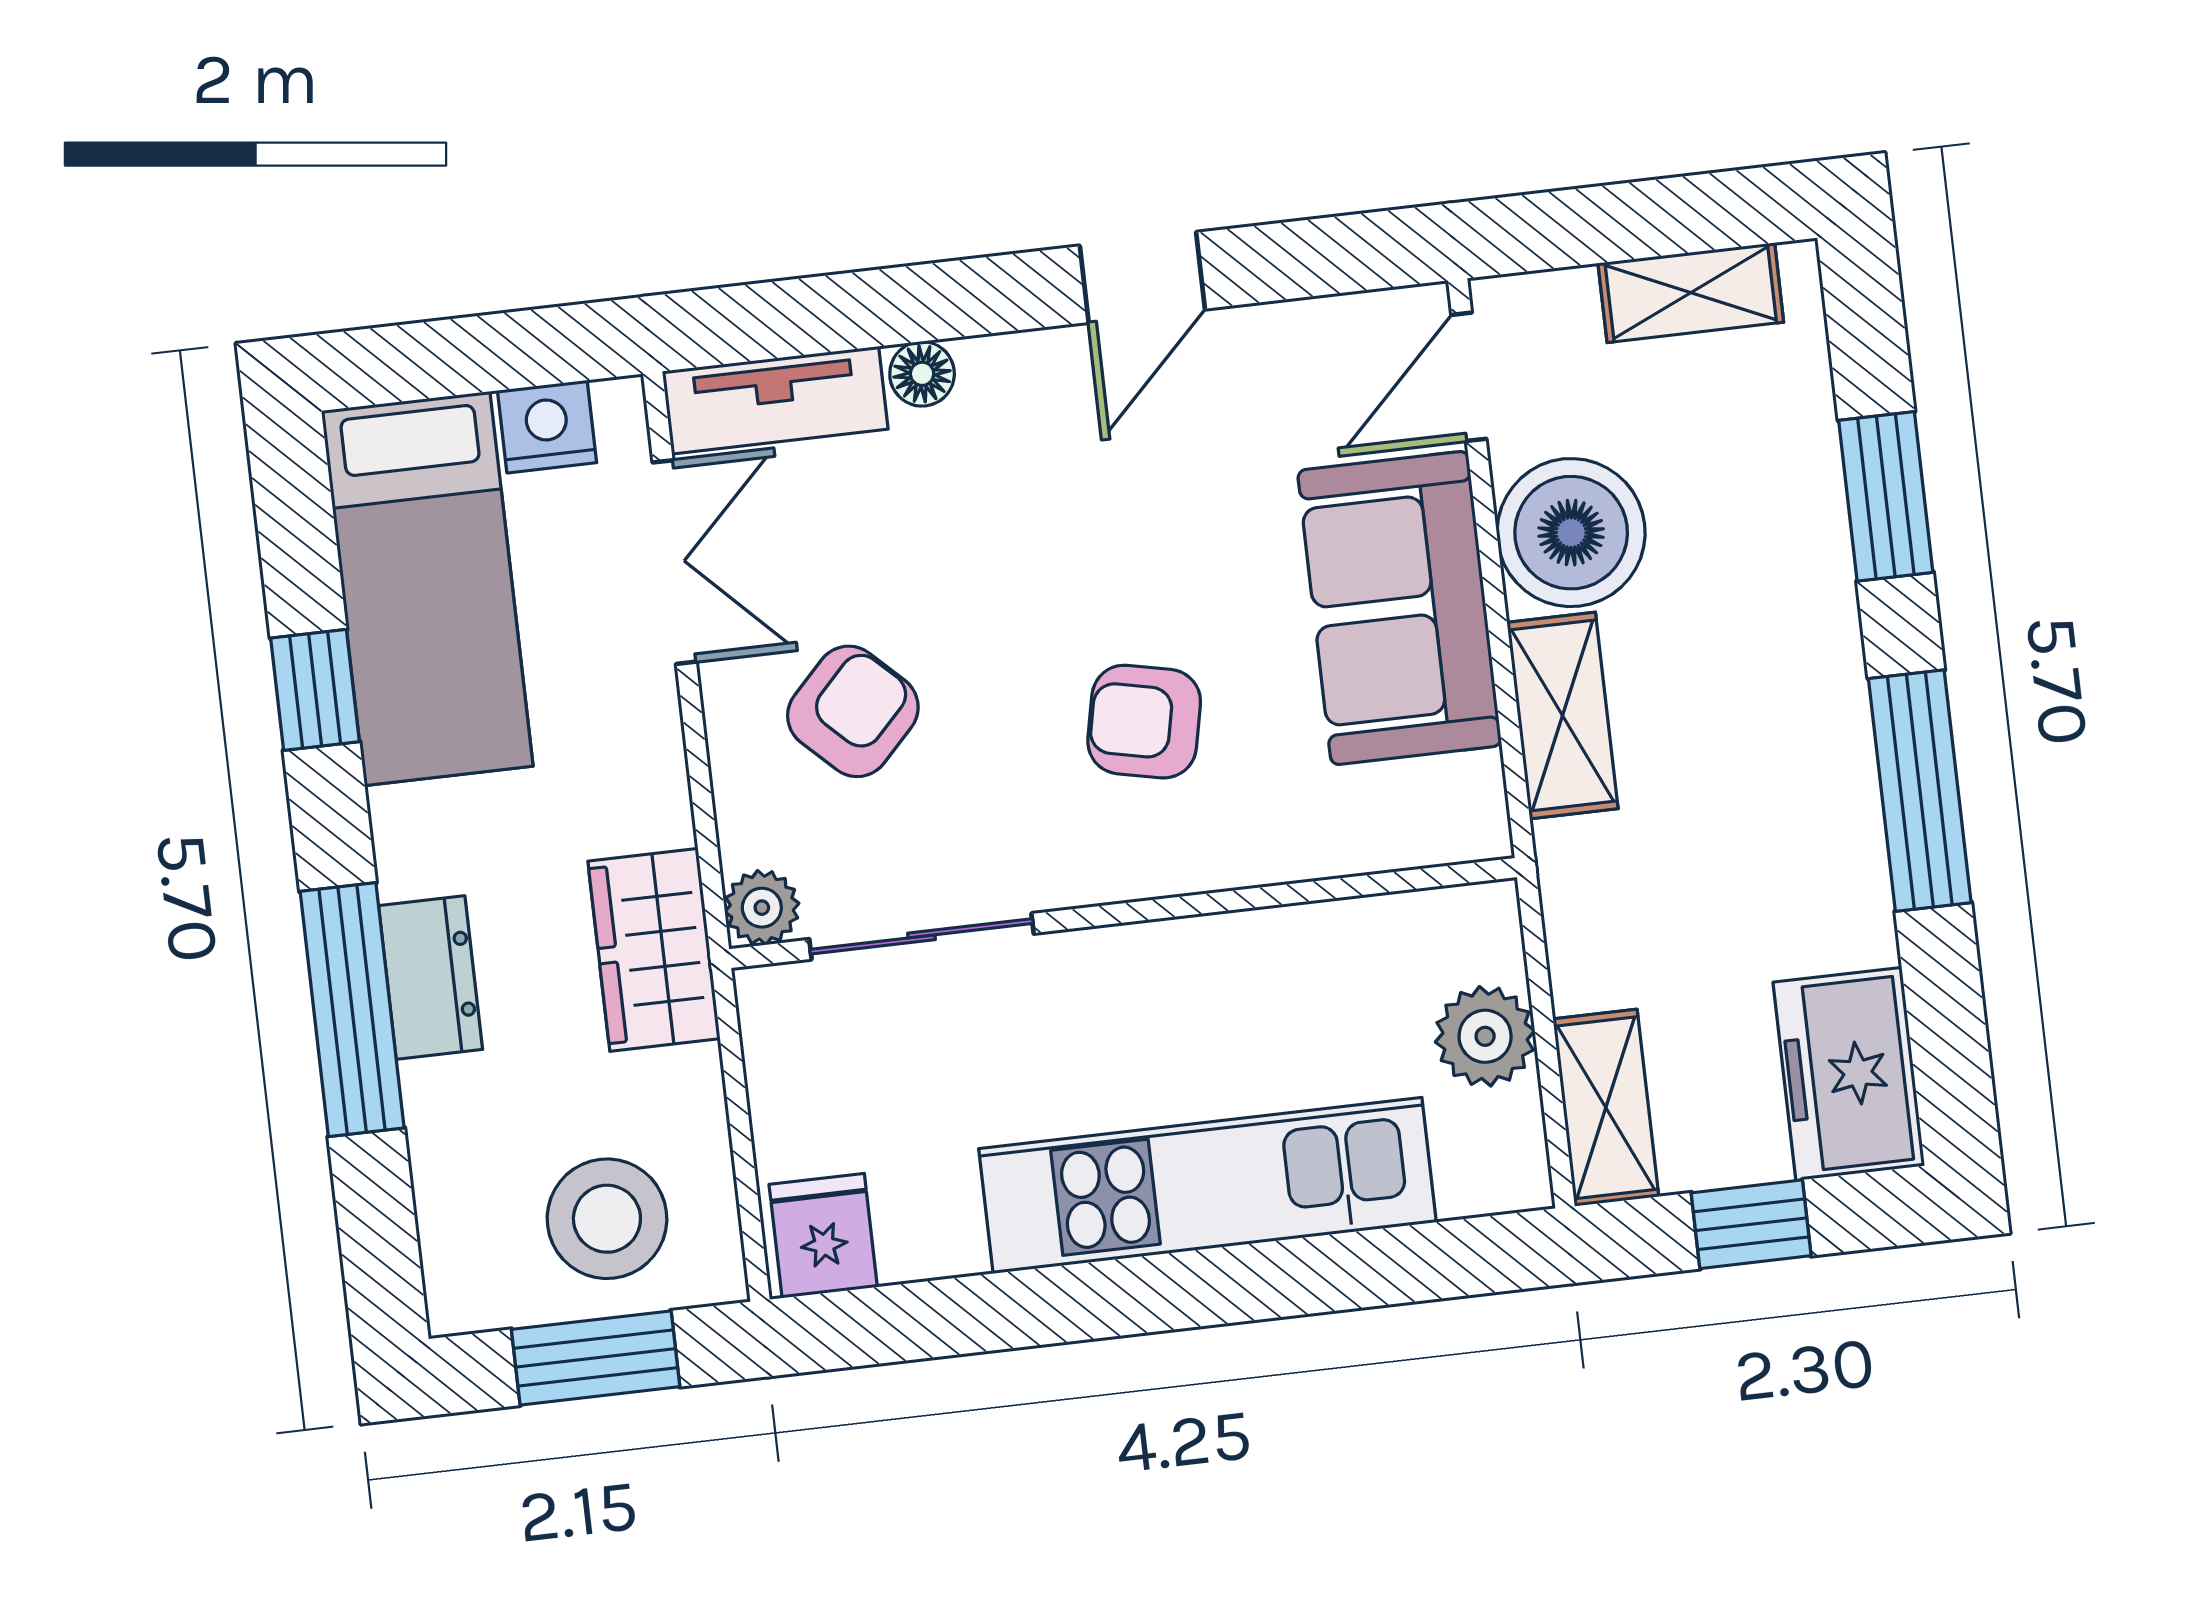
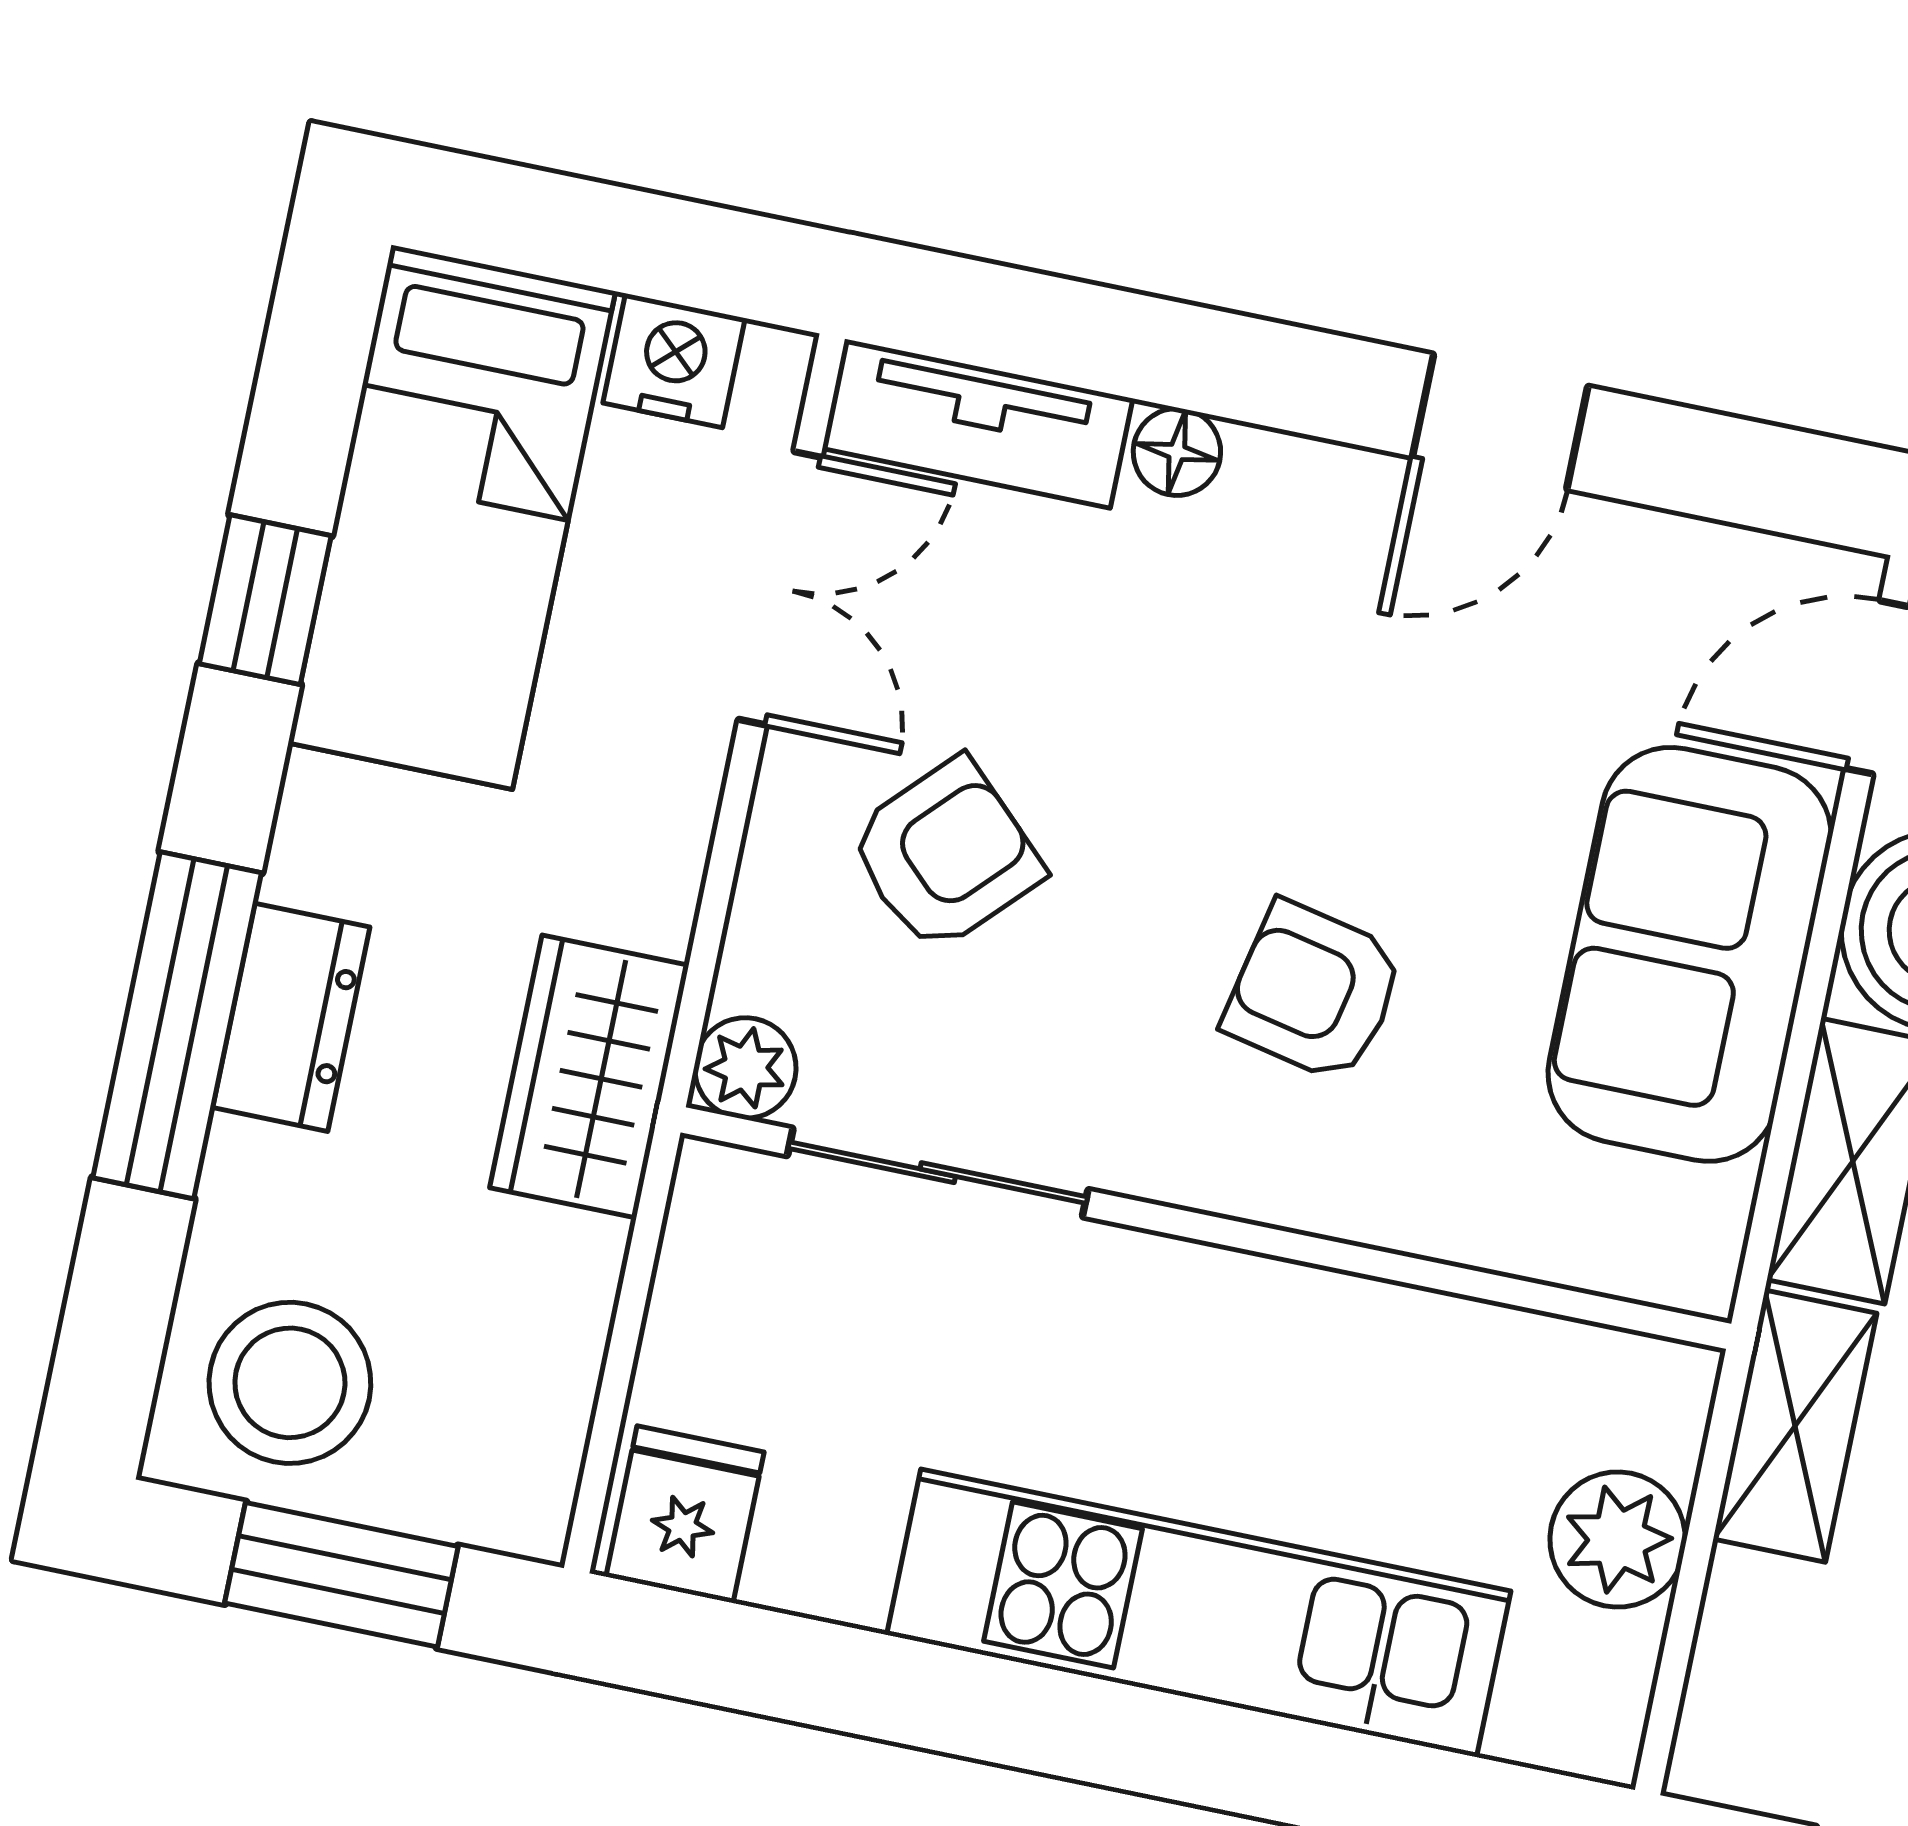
shelving: (1606, 1108) -> (1795, 1426), moved
stool: (607, 1219) -> (290, 1383), moved

